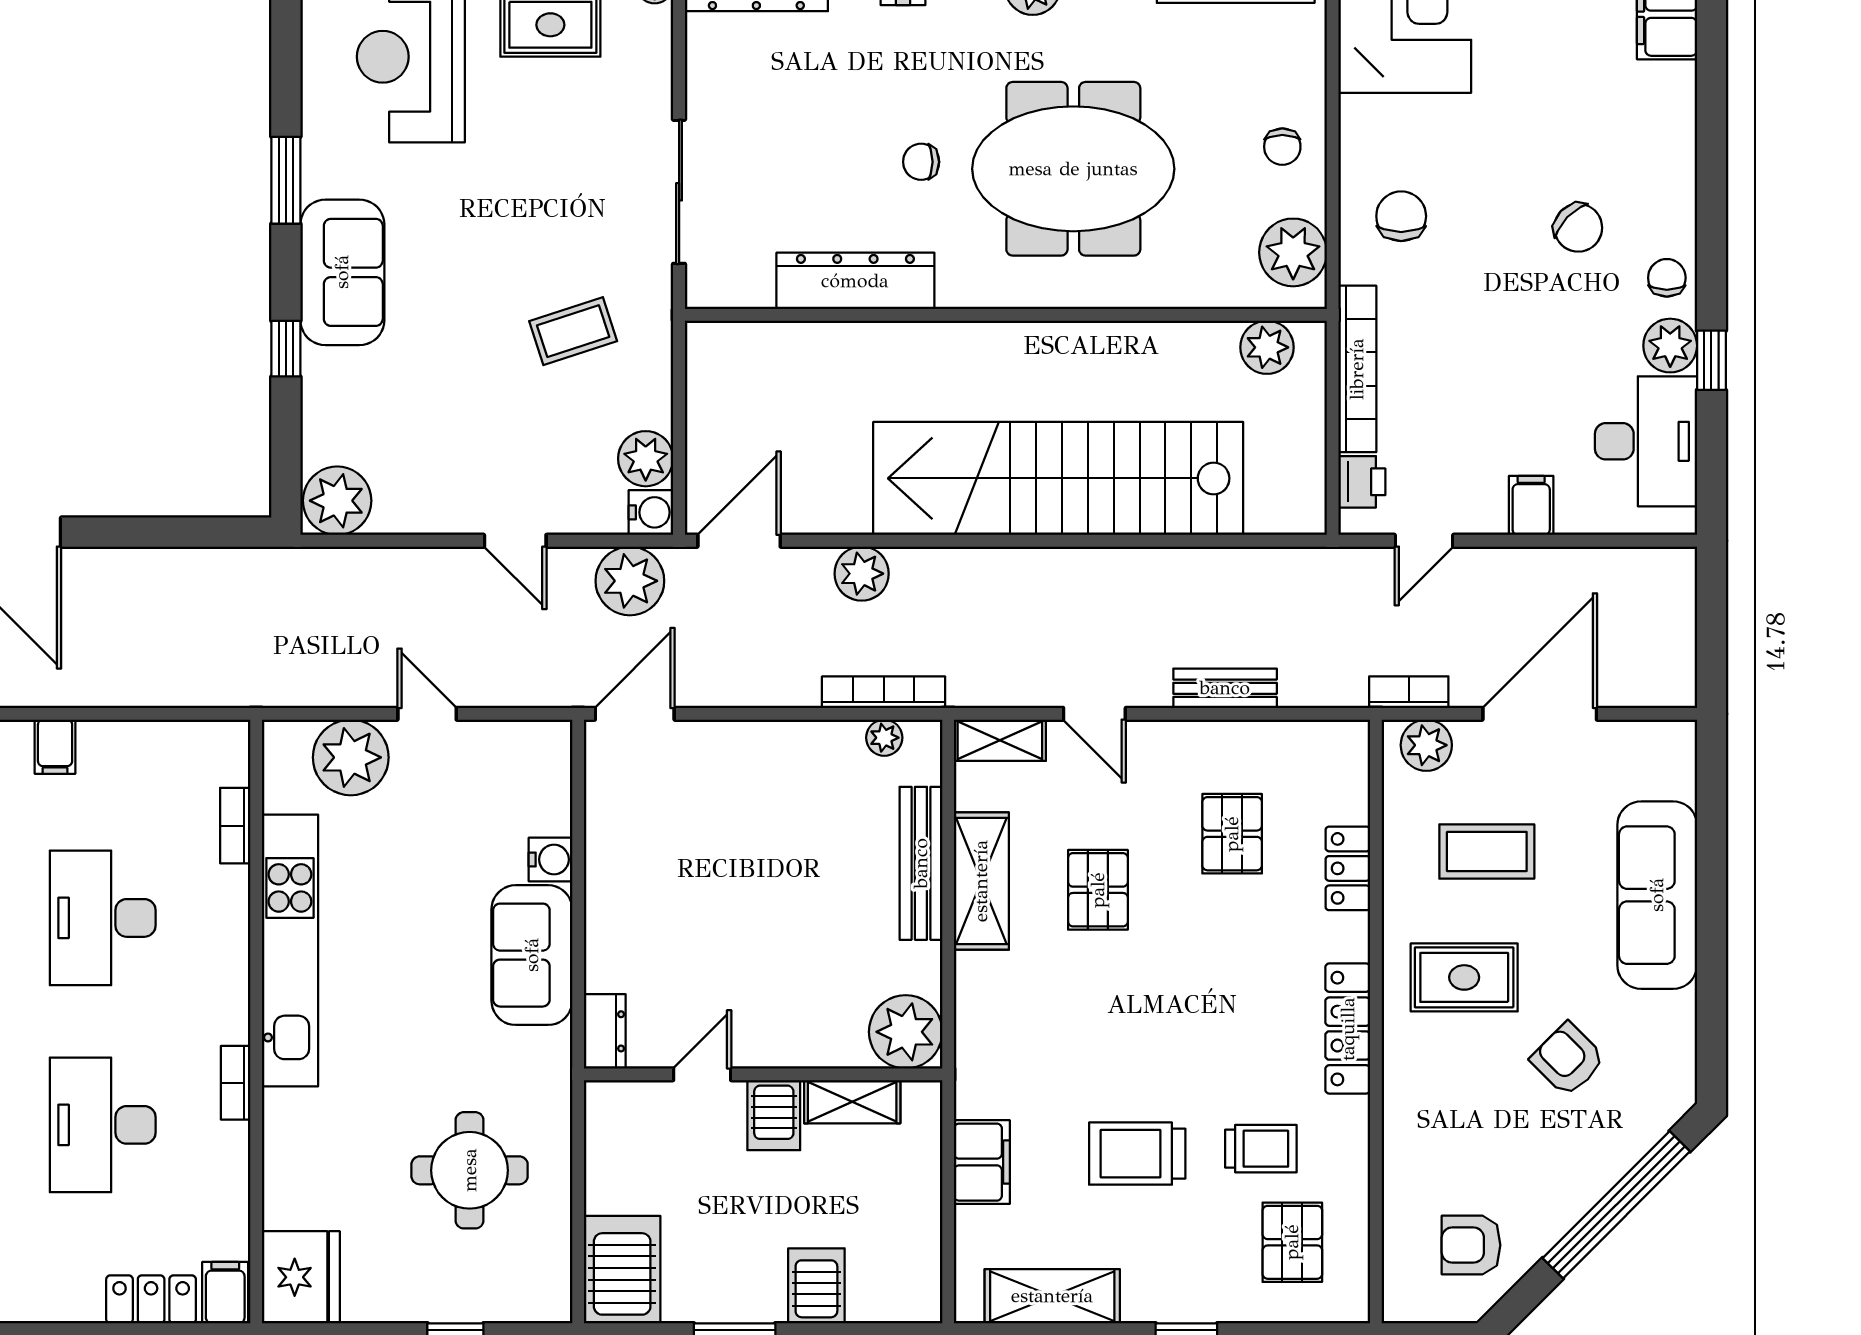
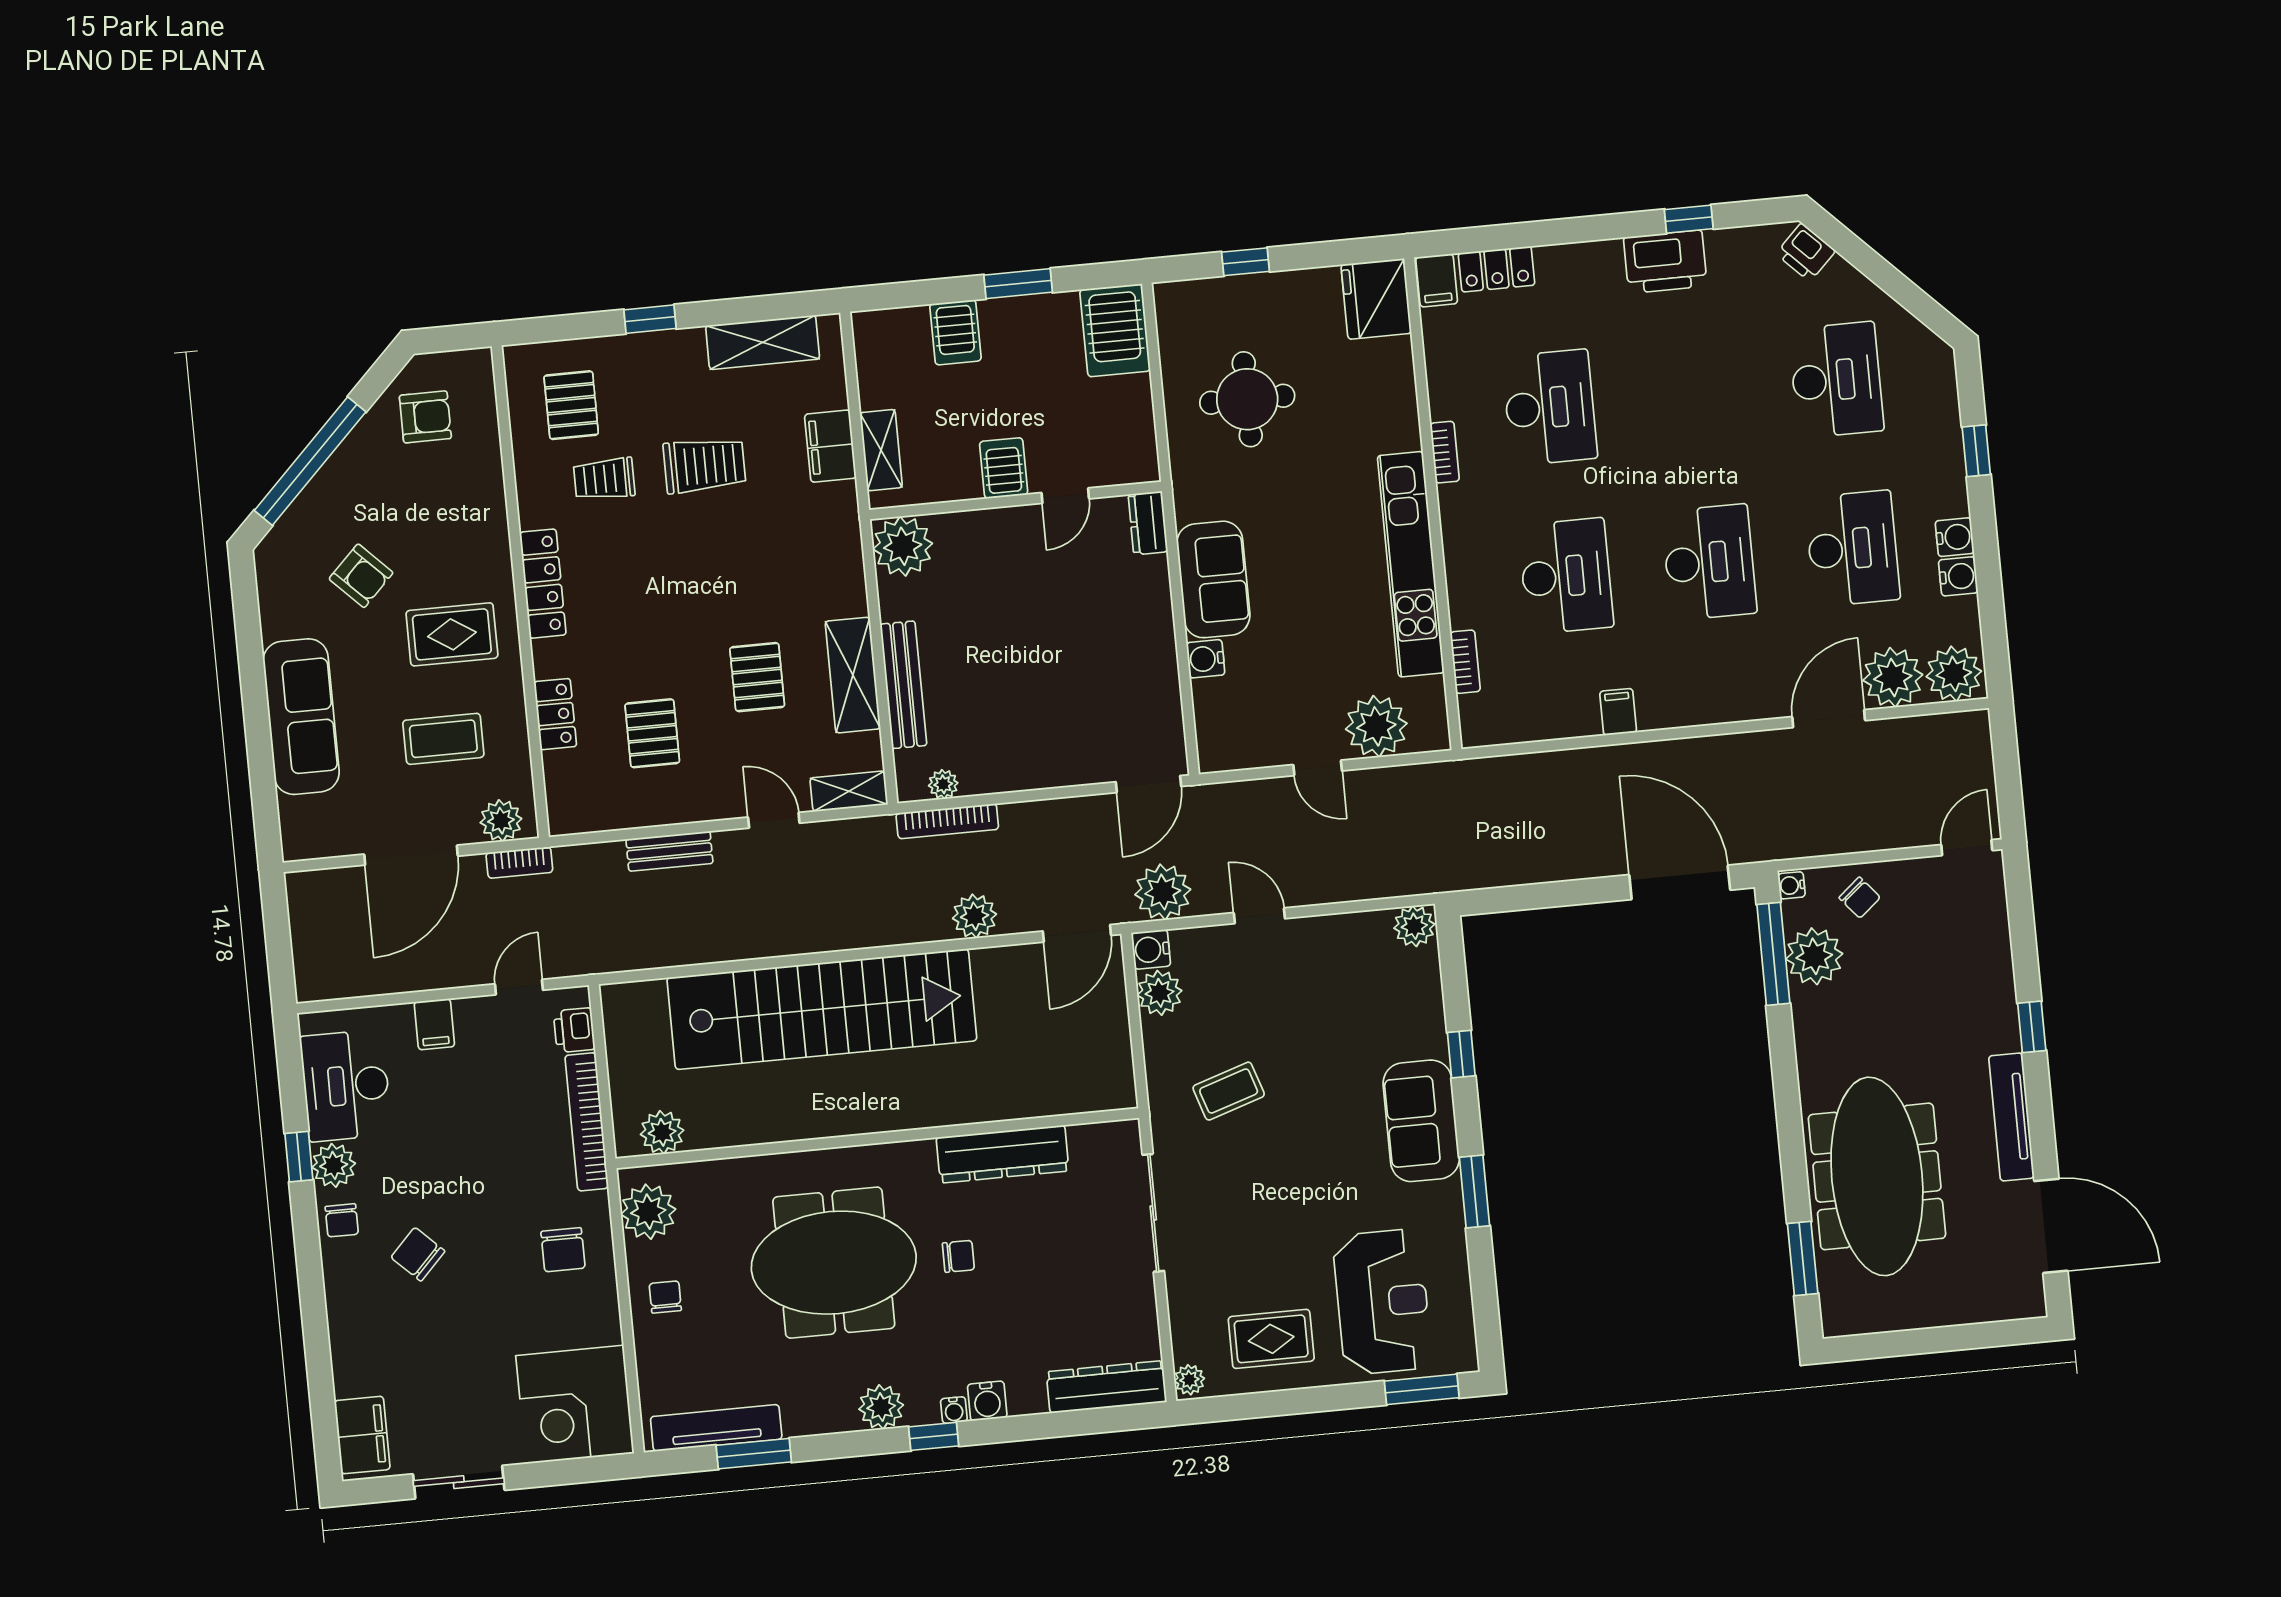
plant: (337, 501) -> (1414, 926), width x0.73, depth x0.73
shelving: (852, 1102) -> (881, 450), moved, turned 90

